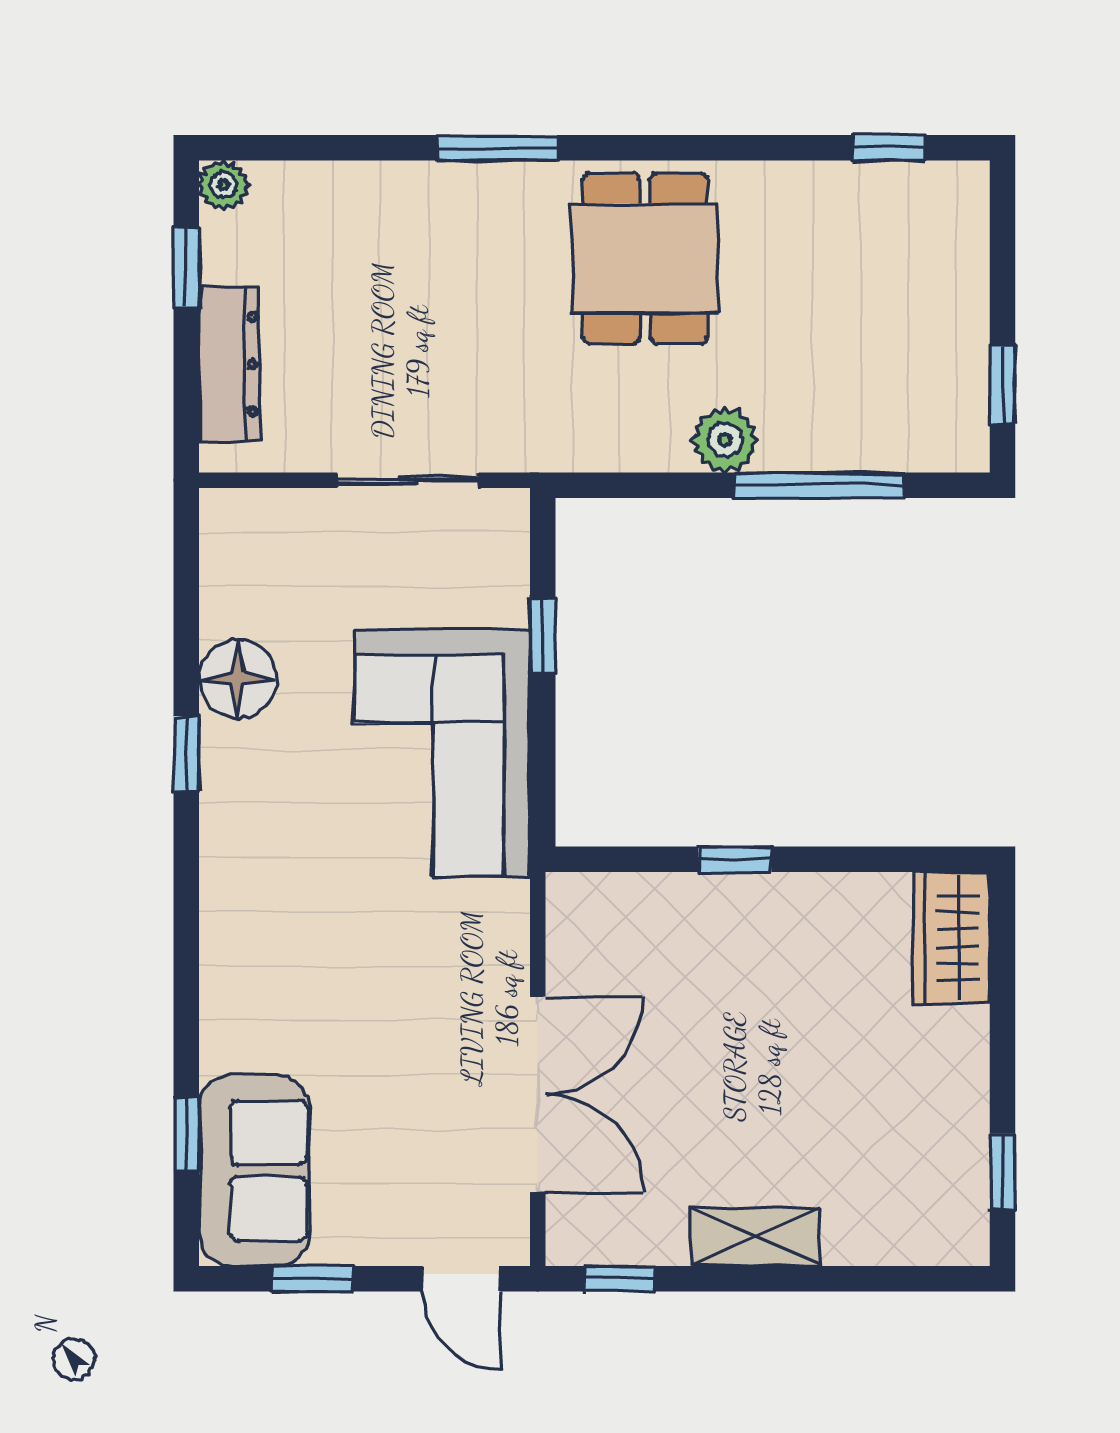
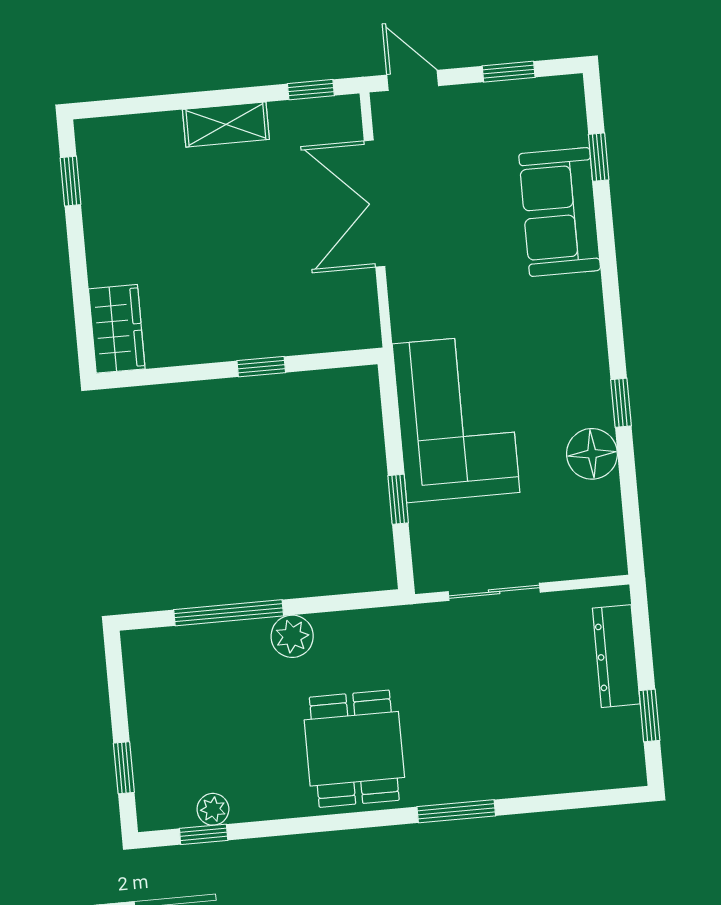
plant: (223, 185) -> (213, 809), moved
window: (1002, 385) -> (124, 768), moved
sofa: (254, 1171) -> (560, 212), moved

